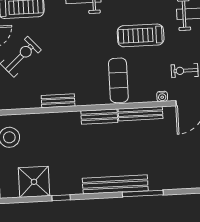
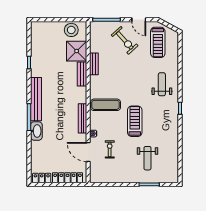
bench: (99, 117) -> (82, 74), moved
shower: (34, 182) -> (77, 51), moved
washbasin: (163, 182) -> (36, 131), added

